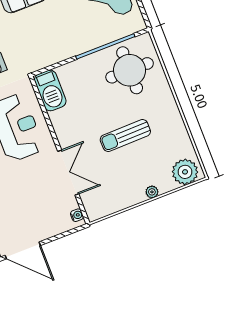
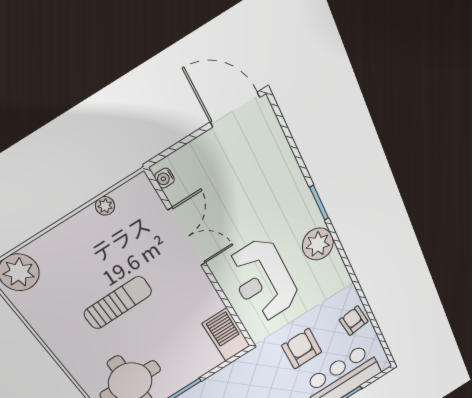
double door: (68, 173) -> (187, 237), swing flipped
plant: (152, 192) -> (105, 206), moved

